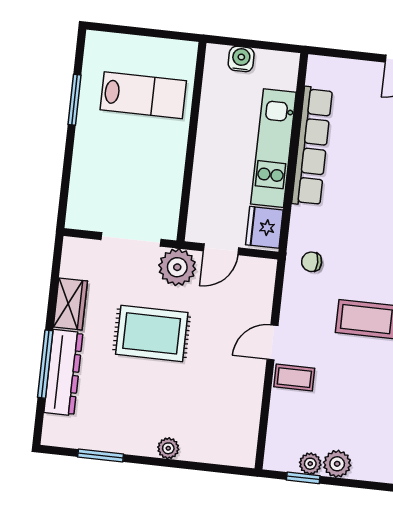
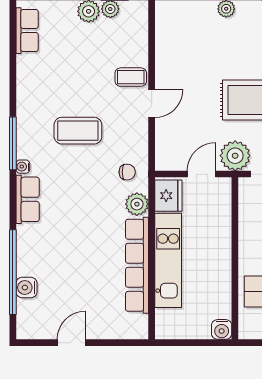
water cooler: (241, 59) -> (222, 329), moved
plant: (304, 221) -> (137, 204), added

